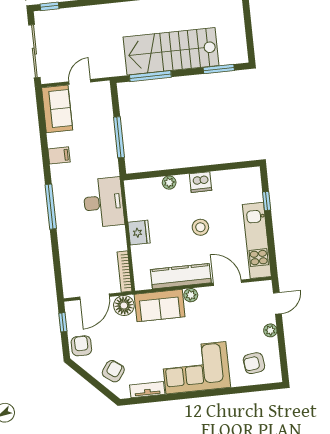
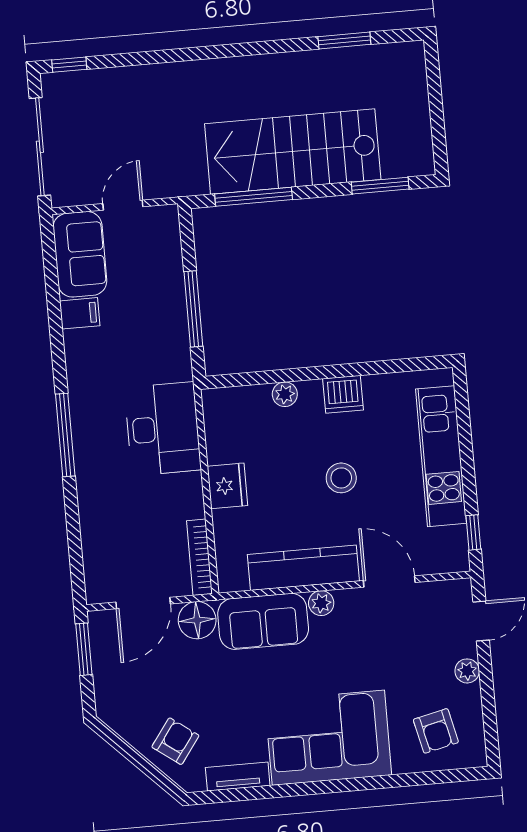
filing cabinet: (59, 155) -> (80, 313), moved
window: (267, 201) -> (473, 532), moved
kitchen unit: (257, 240) -> (441, 456), moved
window: (63, 322) -> (84, 649), width x1.50
armchair: (81, 346) -> (117, 693), removed
armchair: (254, 363) -> (436, 731), turned -96

